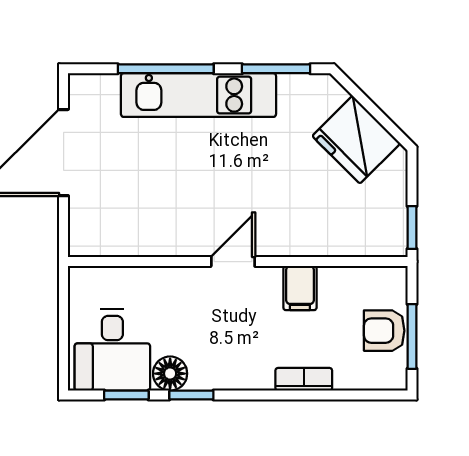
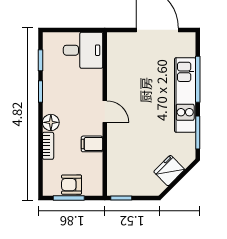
fridge: (356, 140) -> (169, 171), width x0.73, depth x0.75
armchair: (384, 331) -> (72, 185), turned -90
desk: (112, 350) -> (83, 50), moved, turned 180
floor lamp: (170, 374) -> (51, 122), moved

